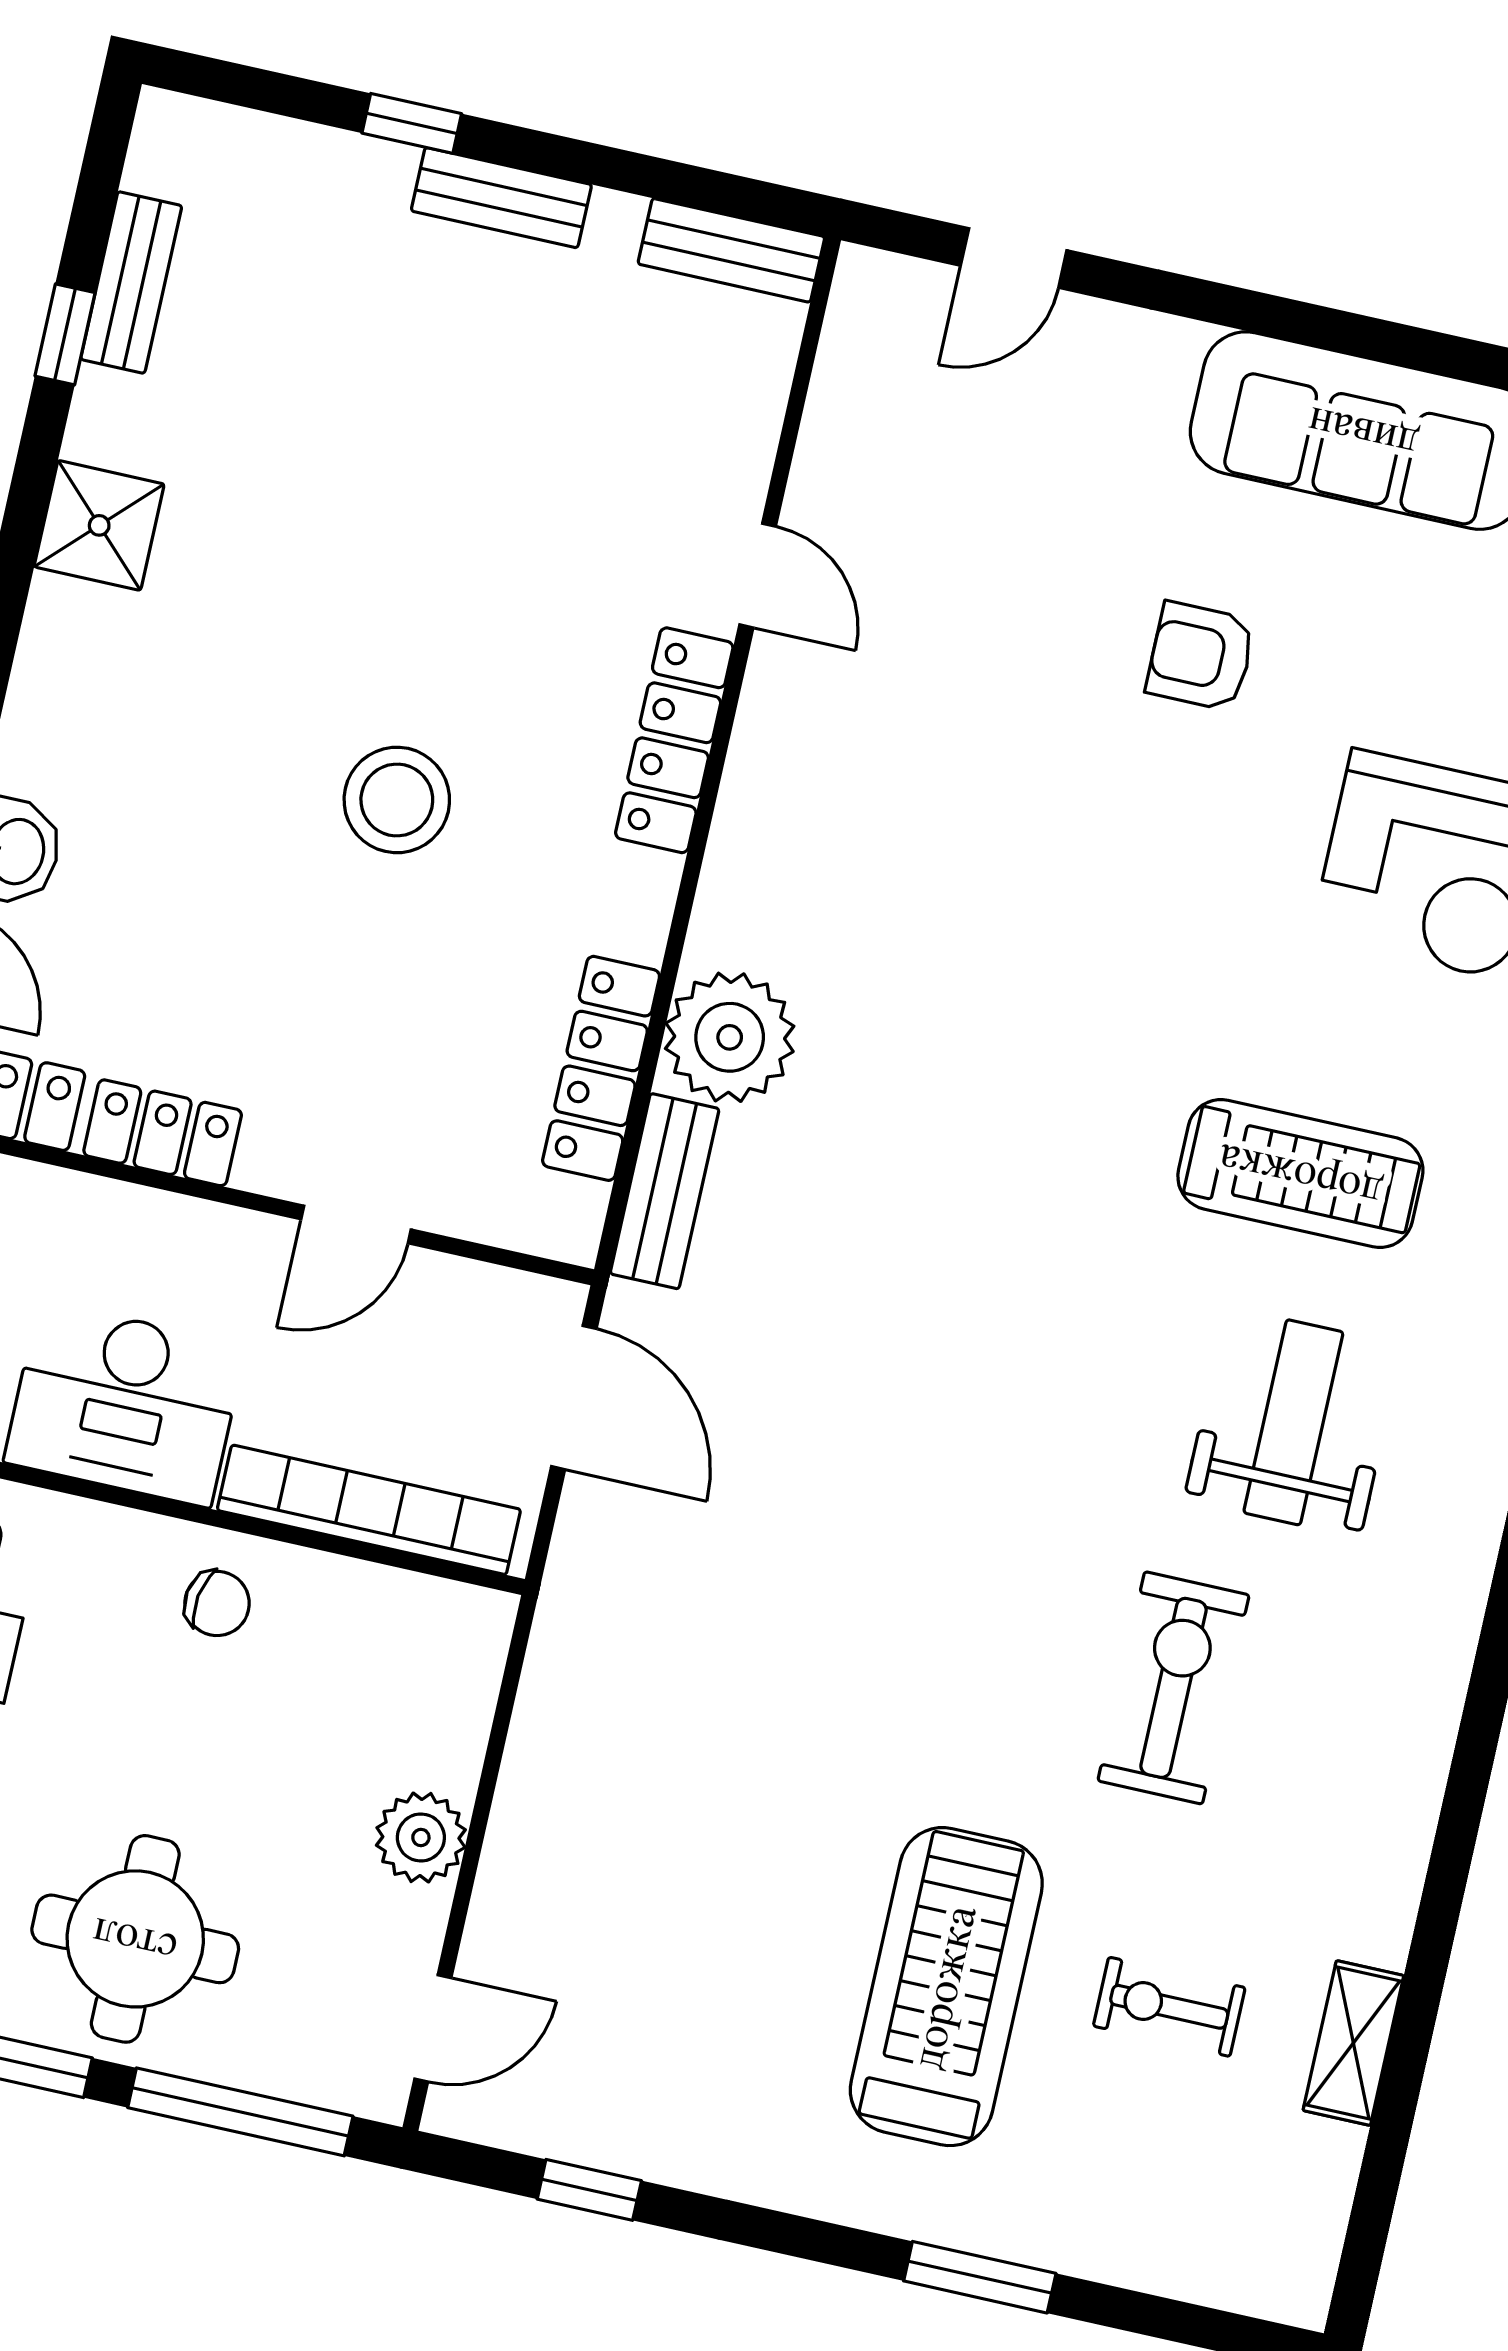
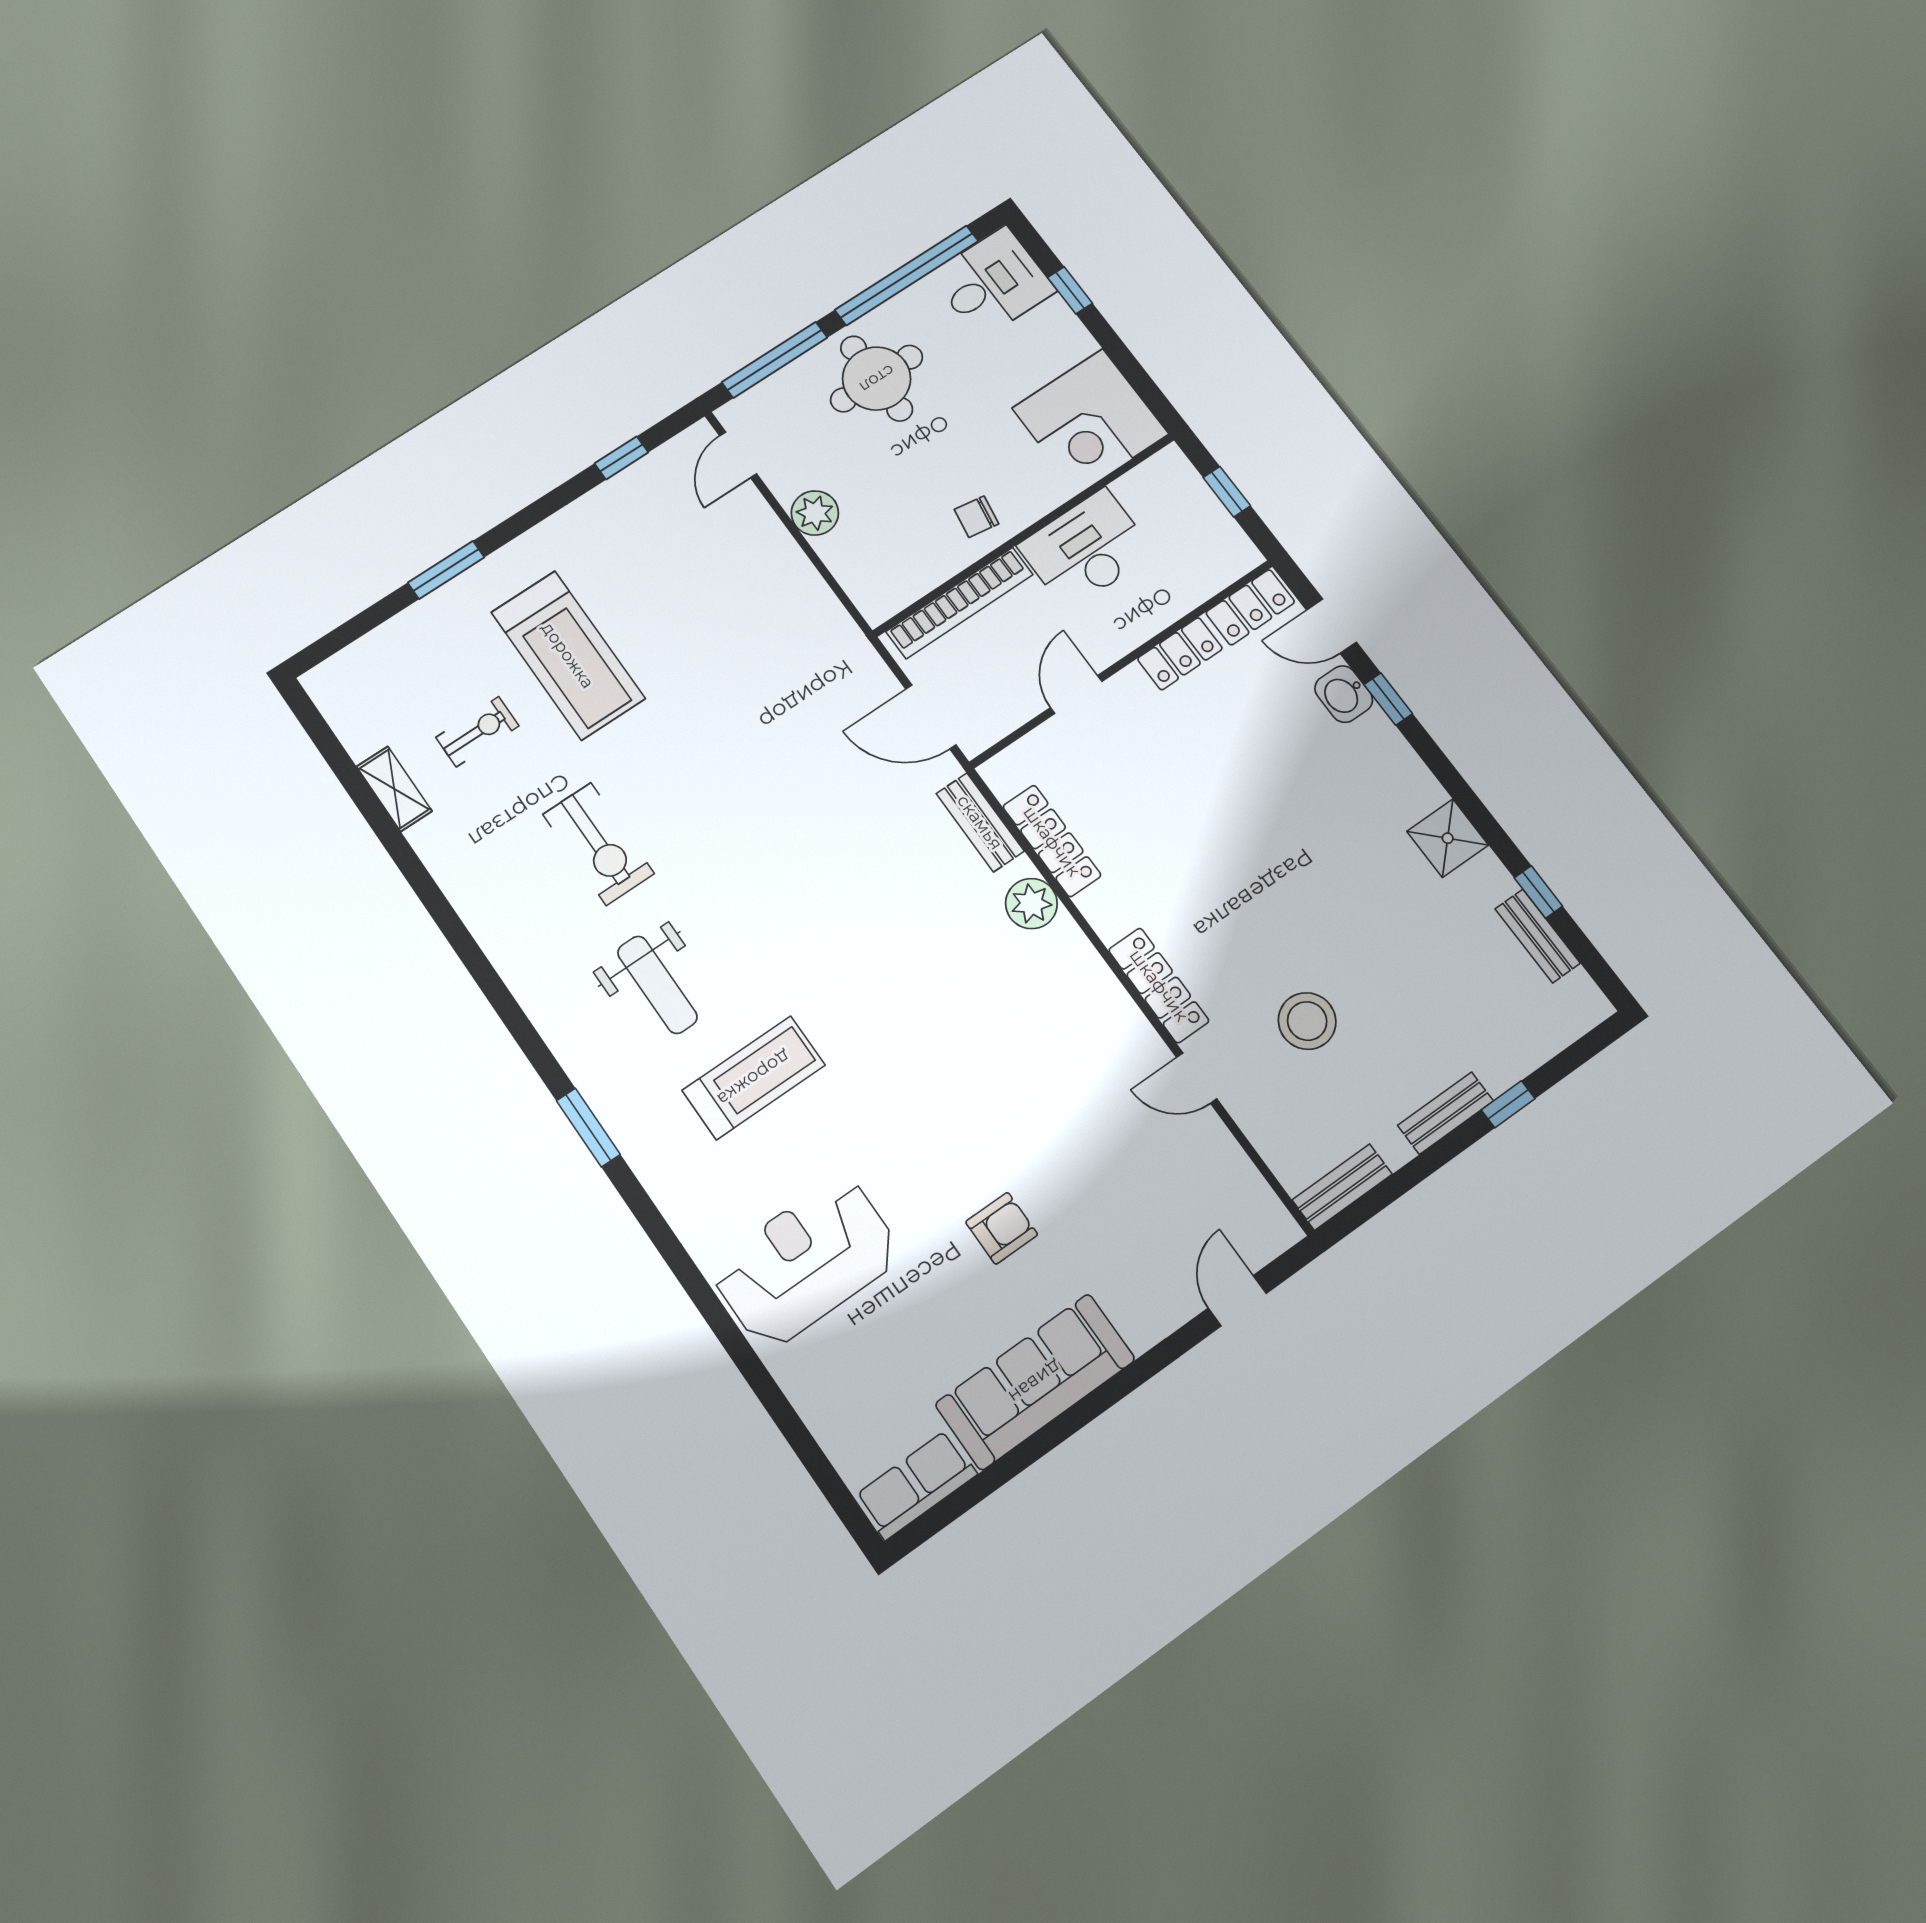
stool: (397, 800) -> (1307, 1021), moved
plant: (730, 1037) -> (1031, 904), width x0.73, depth x0.73
treadmill: (1300, 1174) -> (754, 1078), turned 180

